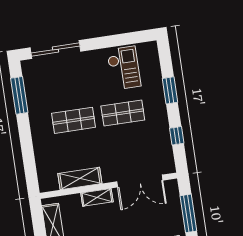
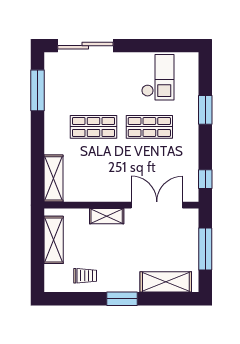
window: (177, 136) -> (205, 179), moved
shelving: (80, 179) -> (54, 178), moved, turned 90
double door: (140, 181) -> (157, 205), swing flipped

